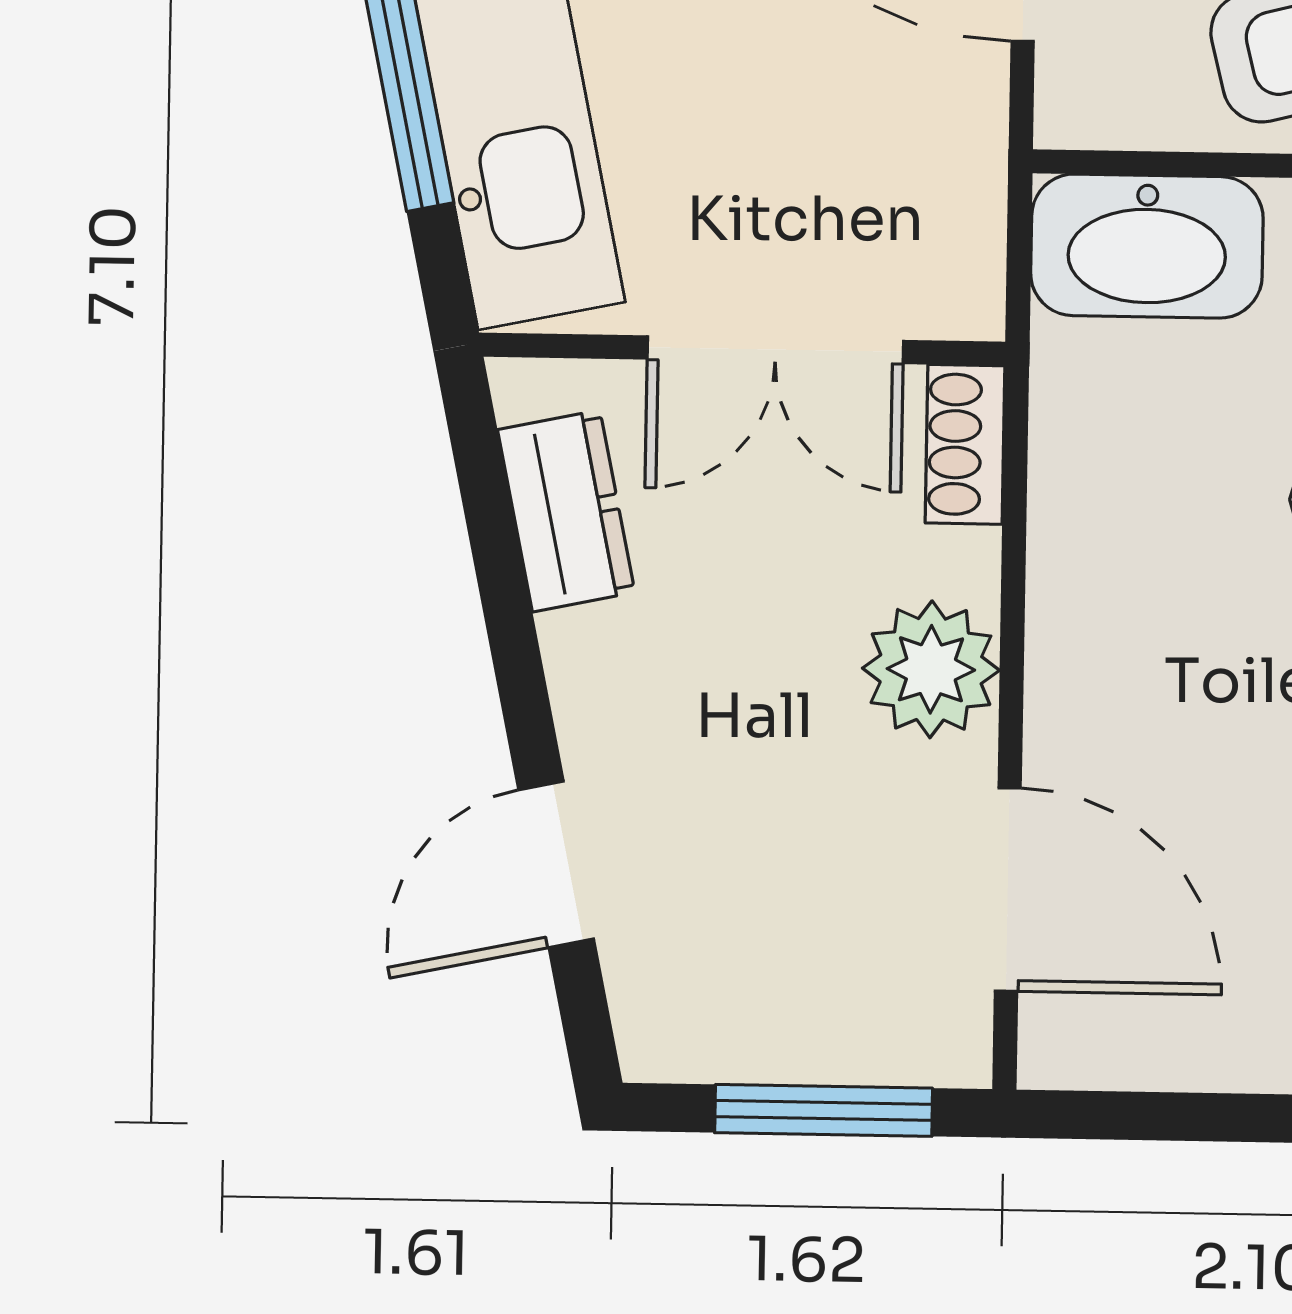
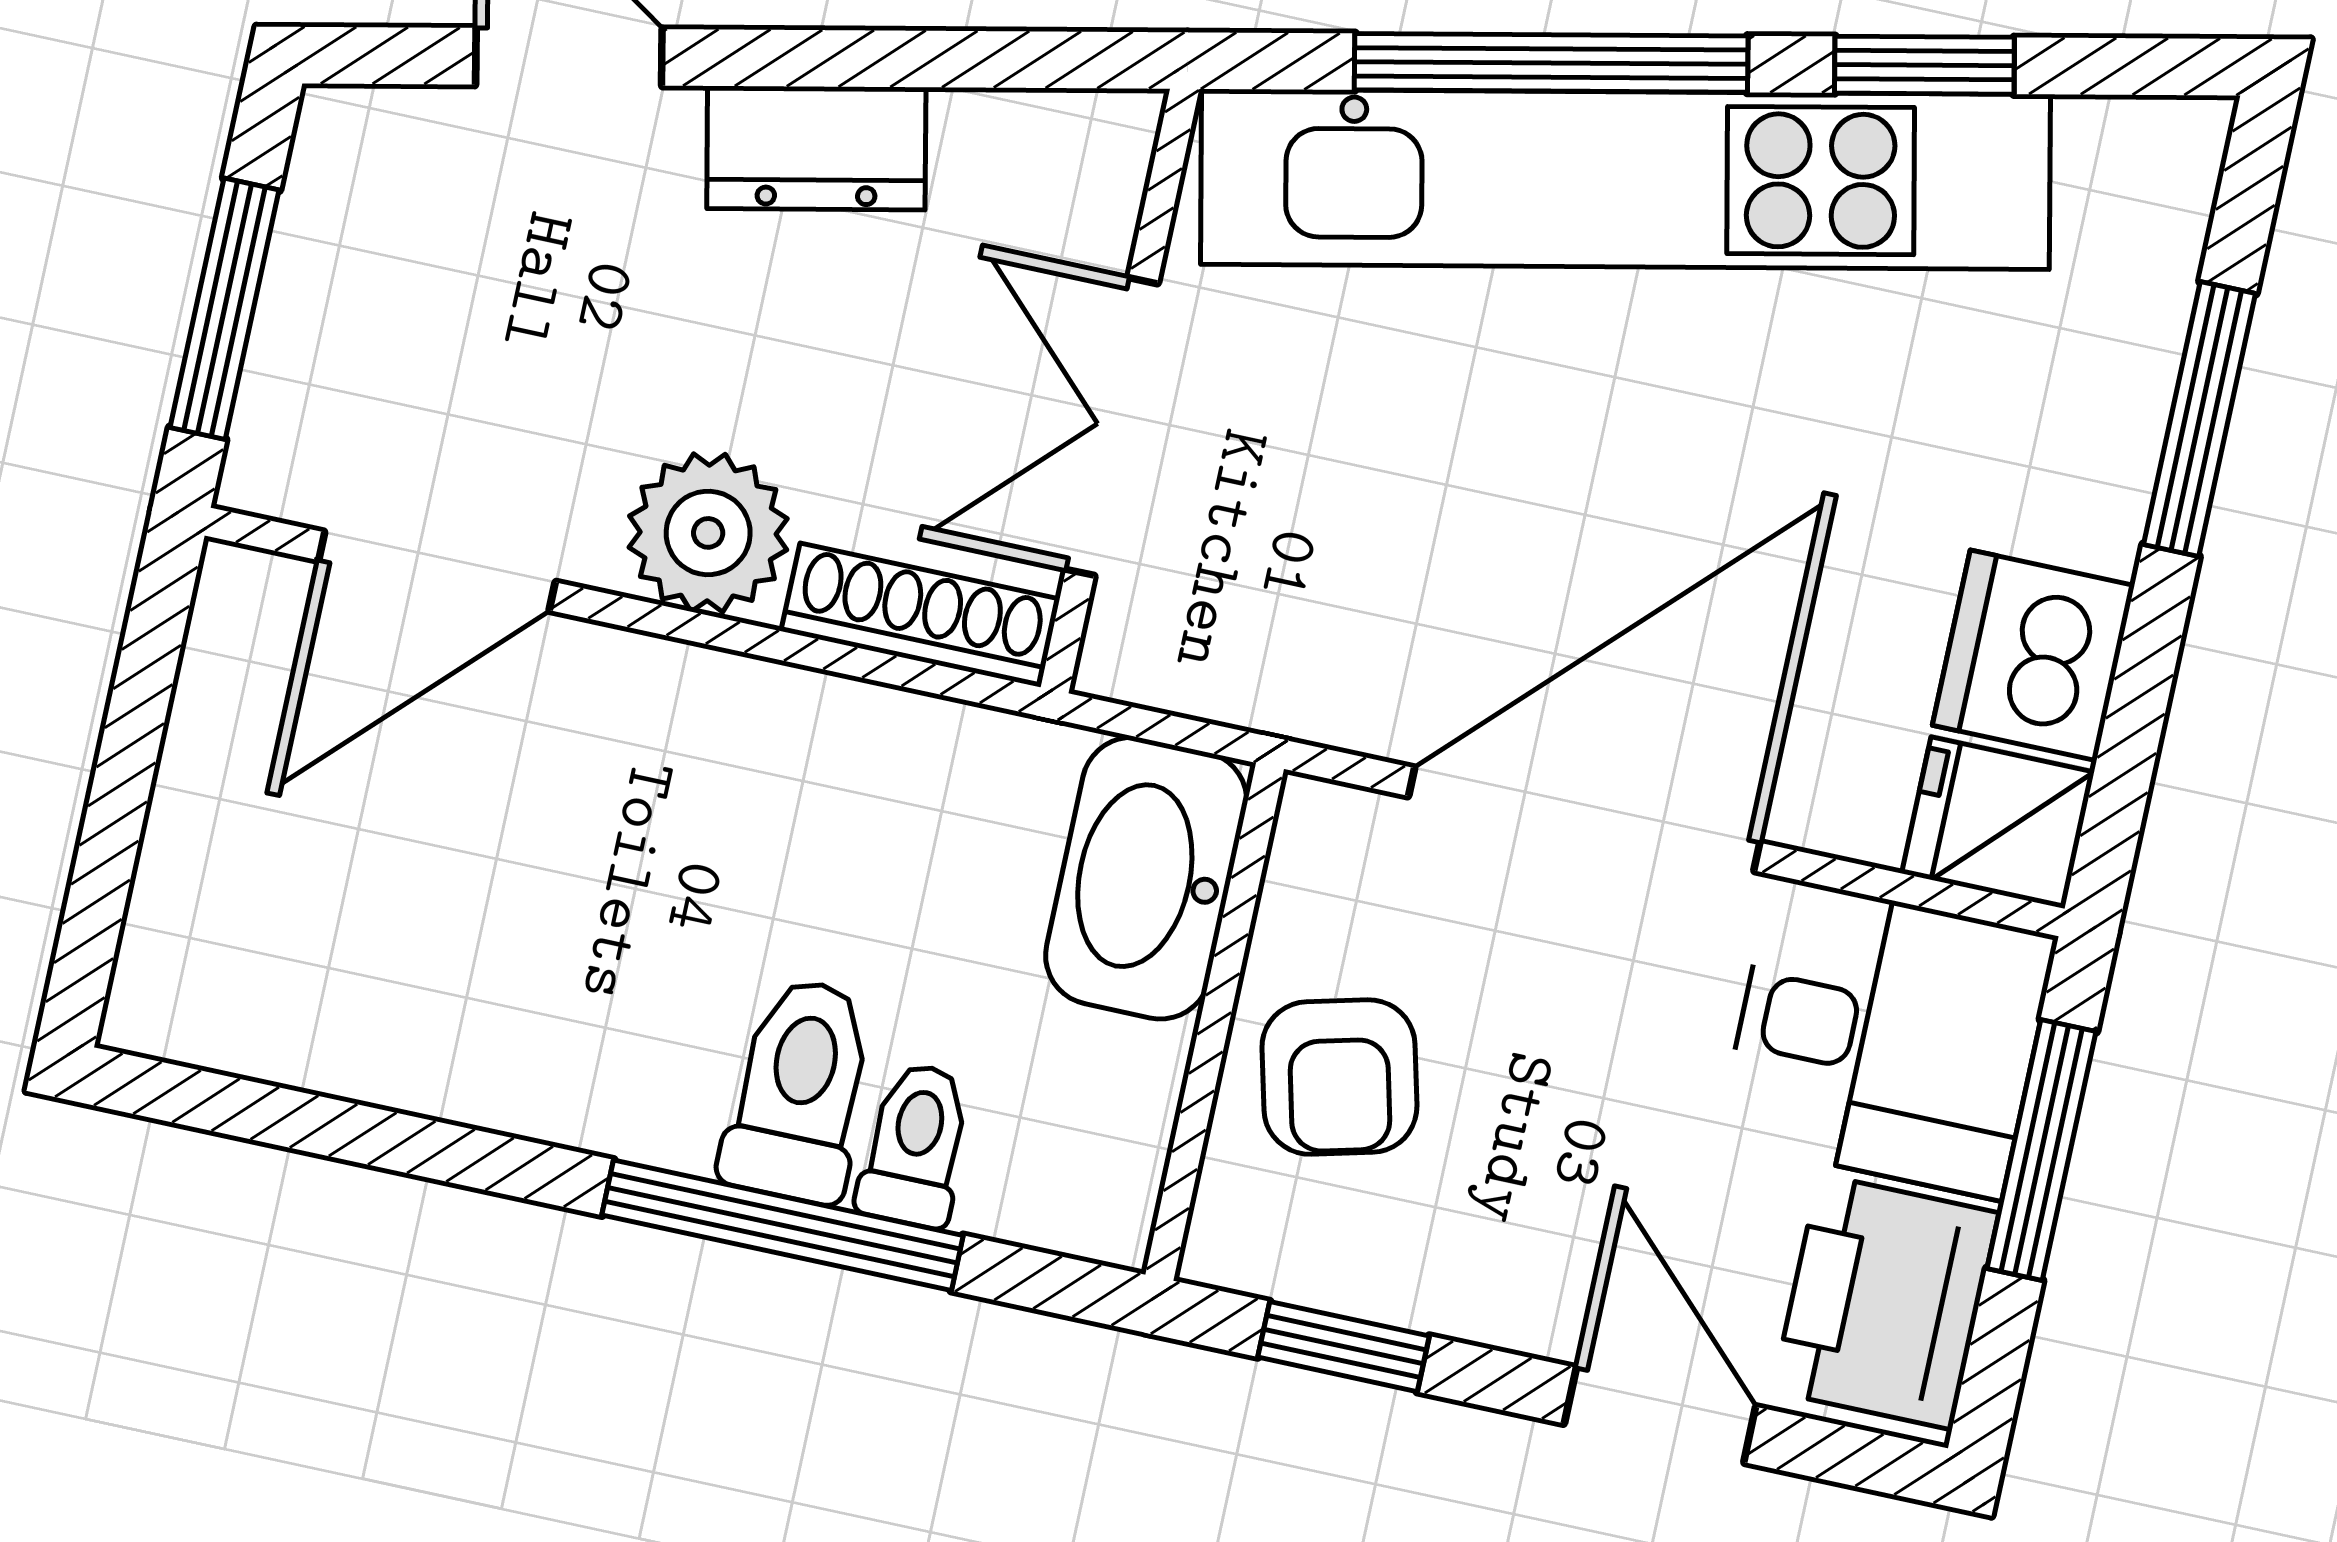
shoe rack: (965, 444) -> (920, 615), width x1.43
dresser: (566, 511) -> (816, 148), moved

